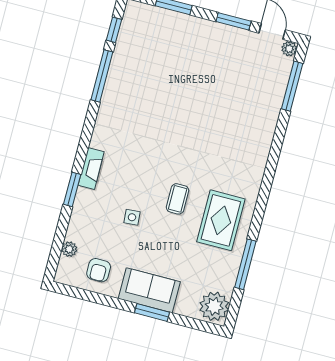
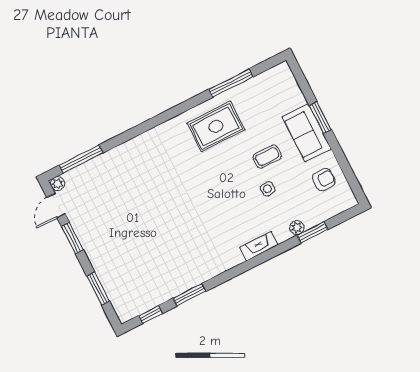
window: (102, 76) -> (189, 295), width x0.69
window: (72, 189) -> (312, 232), moved
coffee table: (178, 199) -> (267, 157), moved
plant: (69, 249) -> (297, 228), moved
plant: (214, 306) -> (278, 79), removed

